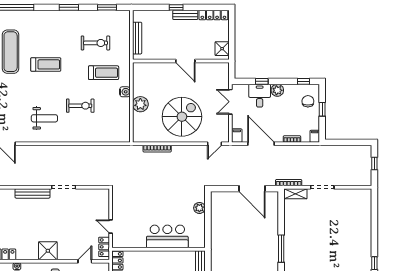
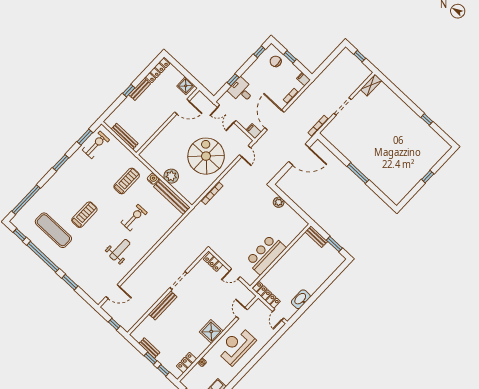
exercise bike: (95, 43) -> (96, 145), moved
door: (185, 61) -> (182, 107), moved
plant: (277, 90) -> (249, 75), removed
bench: (124, 120) -> (172, 197), added
door: (261, 144) -> (274, 120), hinge flipped
shelving: (295, 194) -> (371, 85), moved
bar counter: (167, 236) -> (266, 254), moved
locker: (104, 247) -> (213, 262), moved

